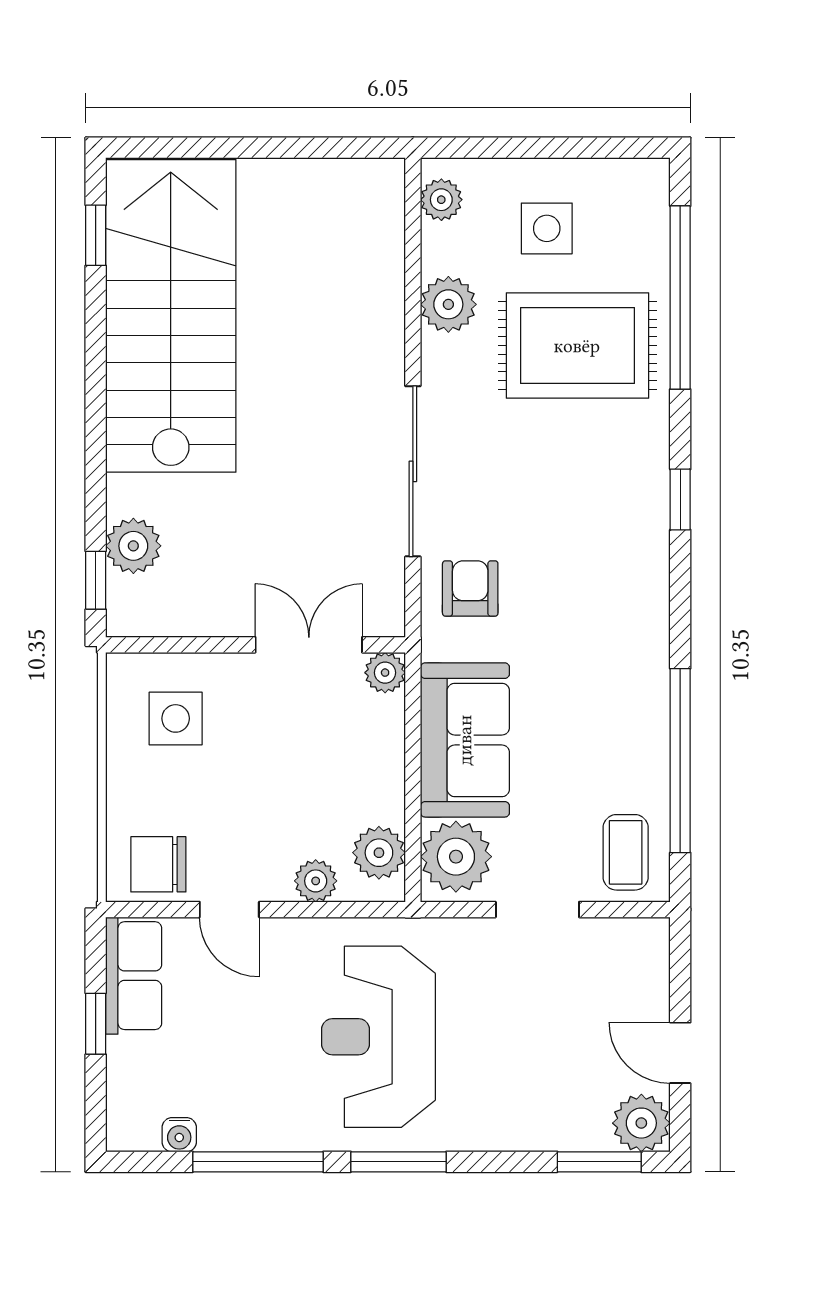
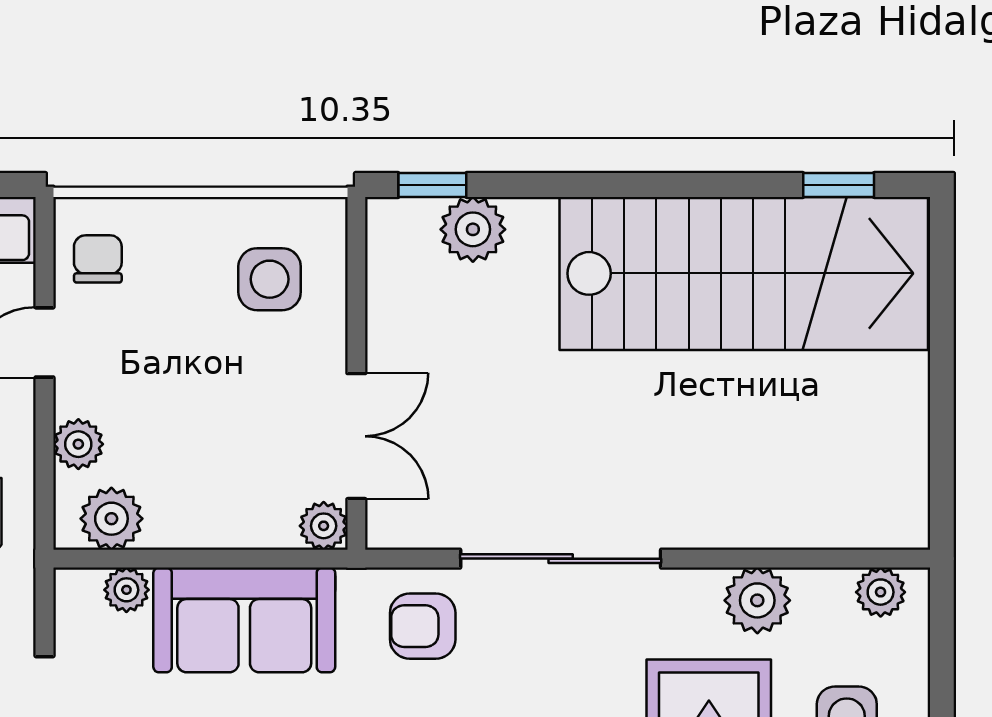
armchair: (470, 588) -> (423, 626), turned 180
plant: (456, 857) -> (126, 590), width x0.53, depth x0.53
chair: (158, 864) -> (98, 259), width x0.73, depth x0.73

